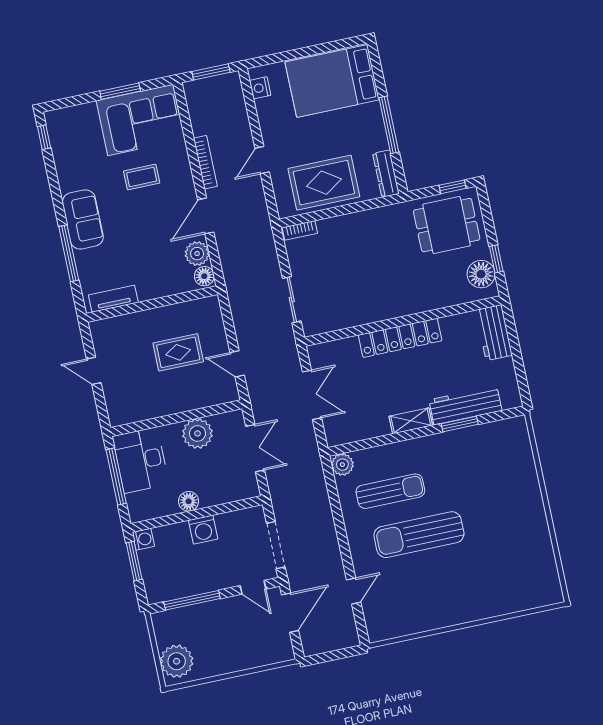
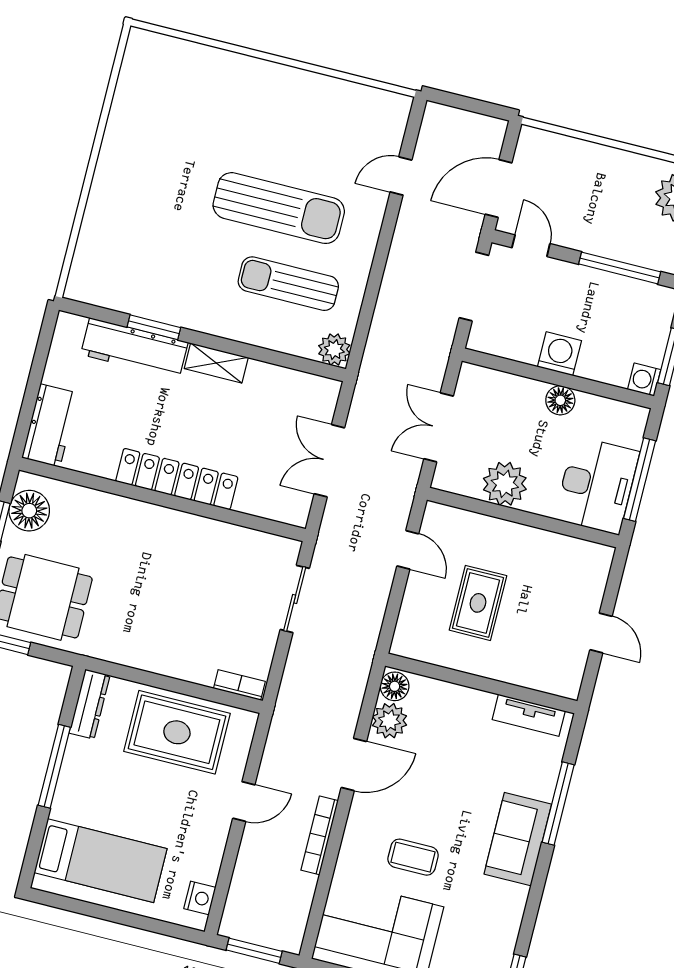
bed: (332, 81) -> (101, 861), width x0.67
rug: (178, 352) -> (478, 603), turned 90

